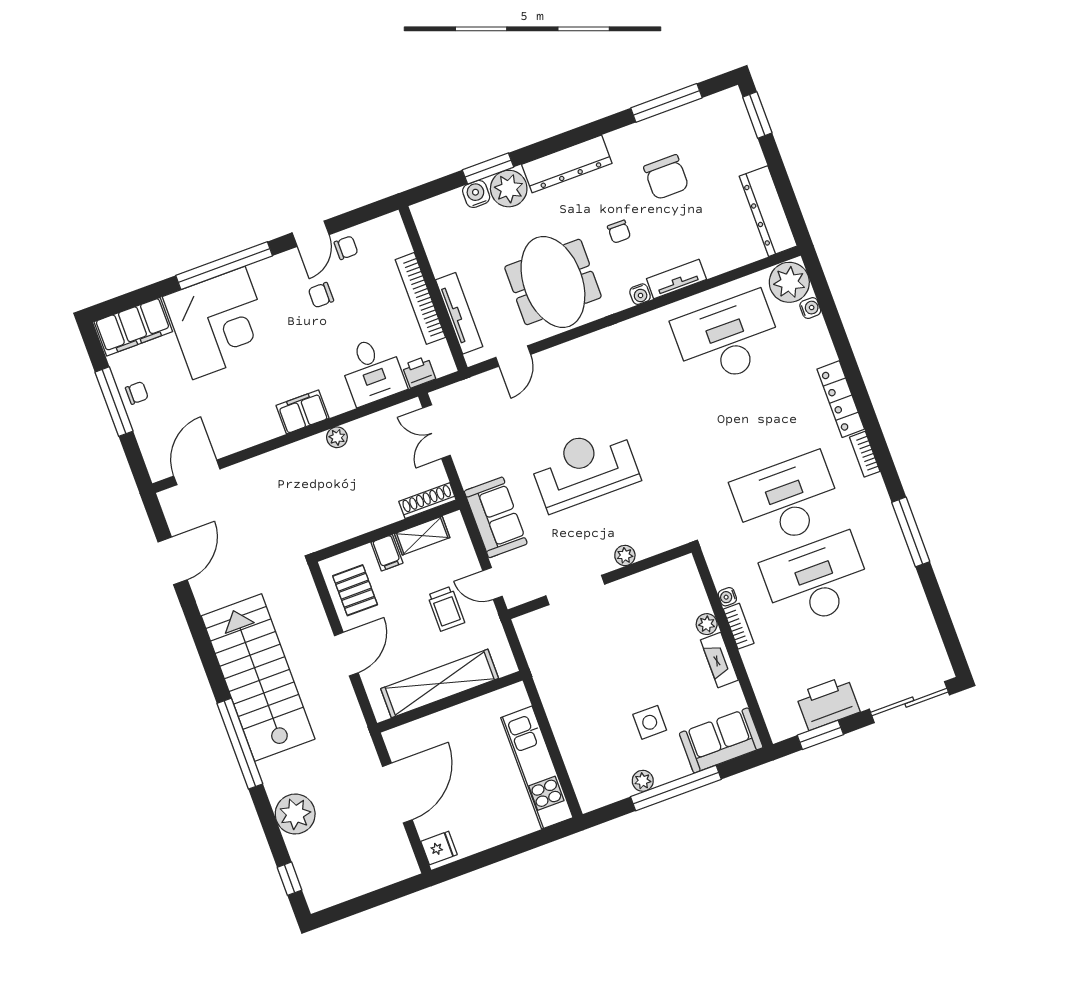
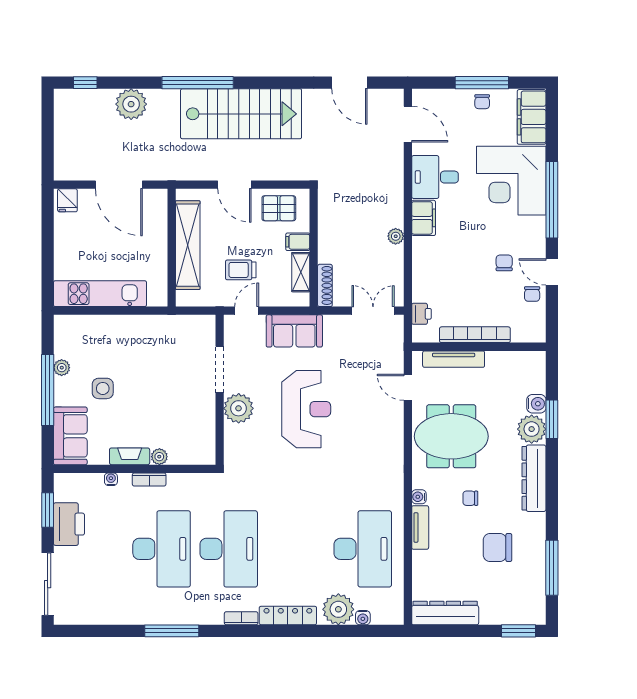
plant: (789, 282) -> (338, 609), moved
desk: (372, 371) -> (435, 177), moved
plant: (625, 555) -> (239, 408), width x1.87, depth x1.87
water cooler: (727, 597) -> (111, 479), moved

